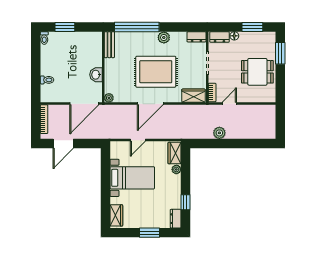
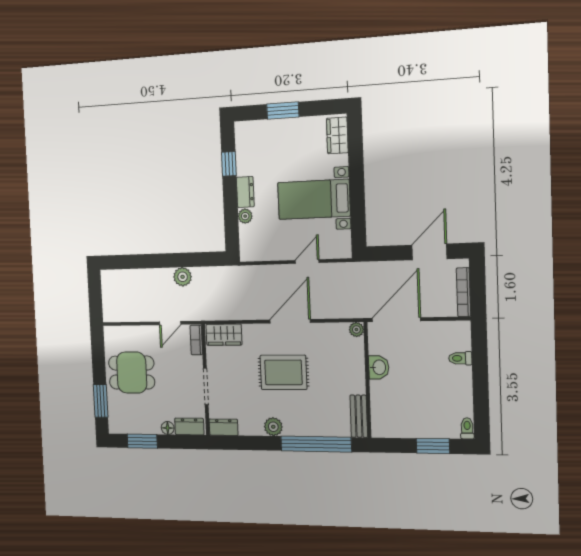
rug: (156, 72) -> (283, 372), width x0.73, depth x0.69
wardrobe: (175, 153) -> (249, 242), removed
dresser: (176, 219) -> (245, 192), moved

